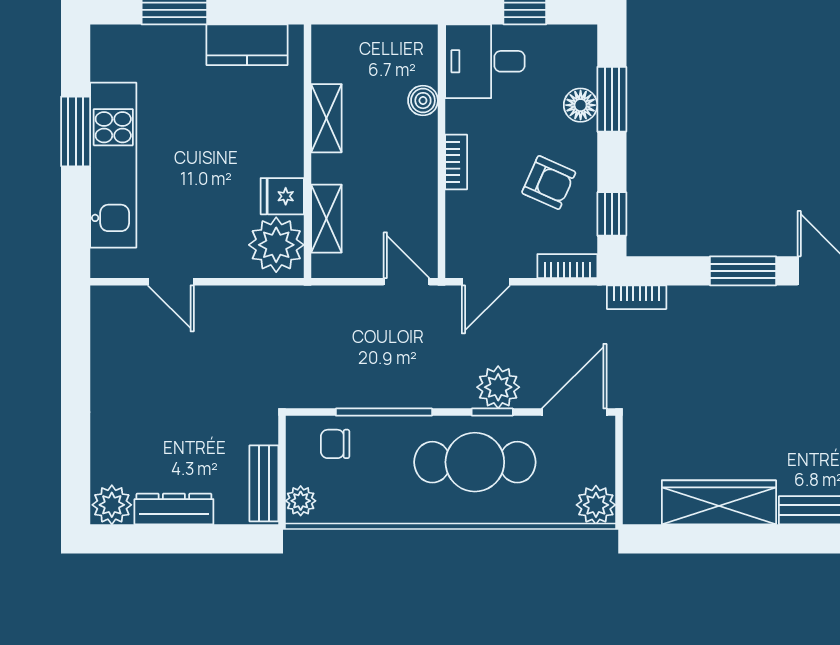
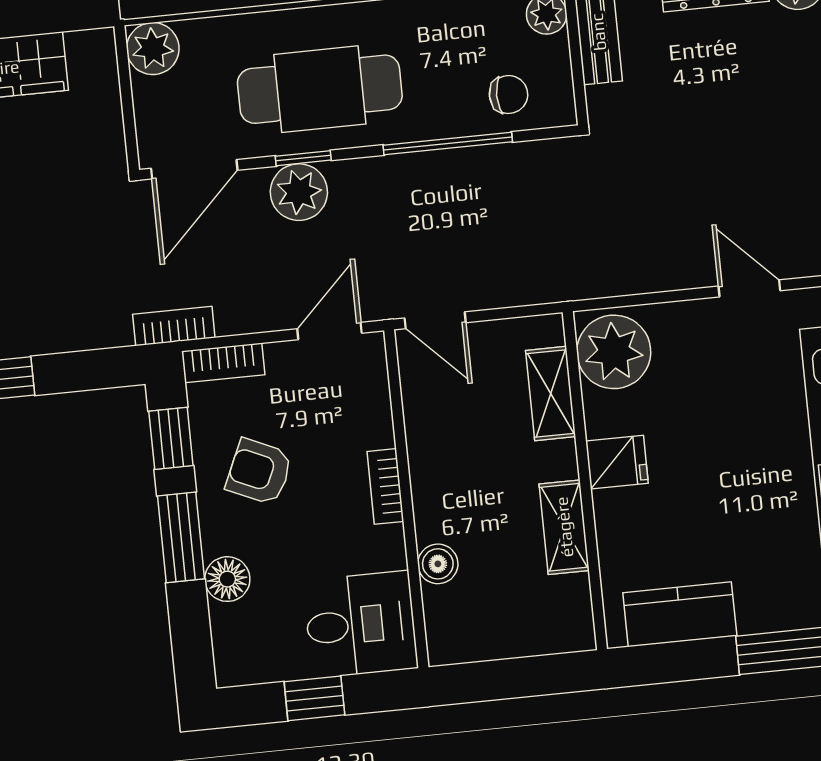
window: (612, 99) -> (181, 537), moved
fridge: (282, 196) -> (617, 462), moved
bookcase: (637, 297) -> (174, 326), moved

